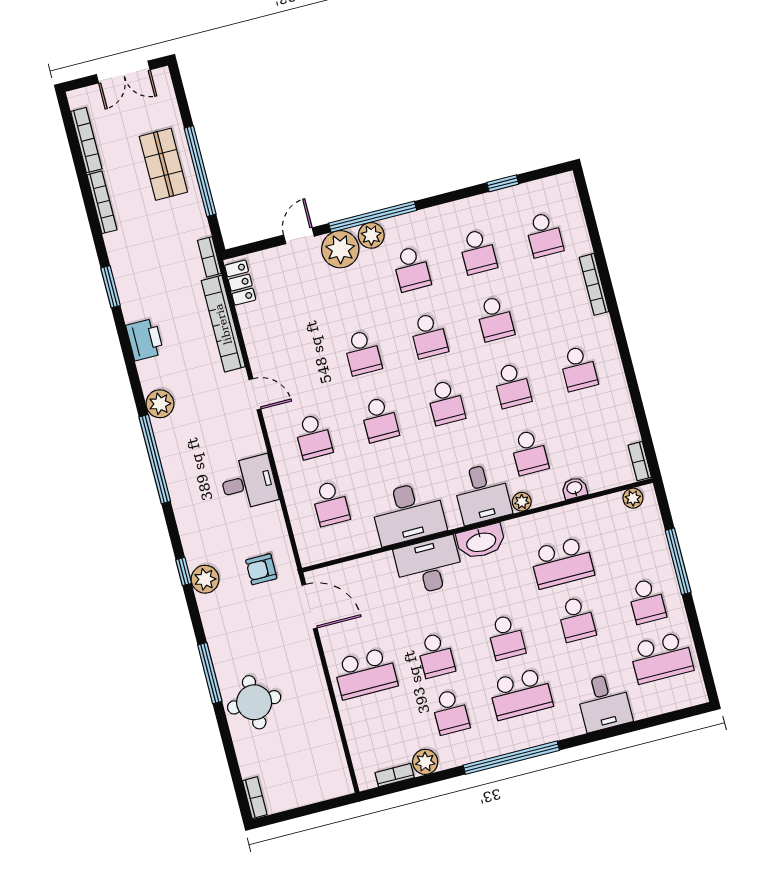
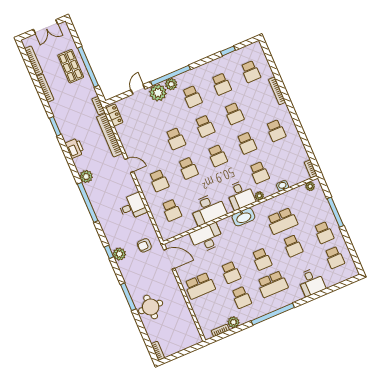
desk: (429, 566) -> (207, 238), moved
school desk: (661, 658) -> (335, 258), width x0.54

